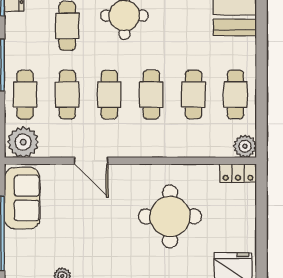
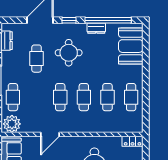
cafe table: (67, 95) -> (37, 97), removed
plant: (245, 146) -> (136, 126), removed
door: (91, 161) -> (50, 134), hinge flipped

